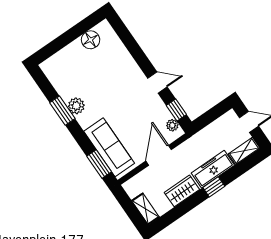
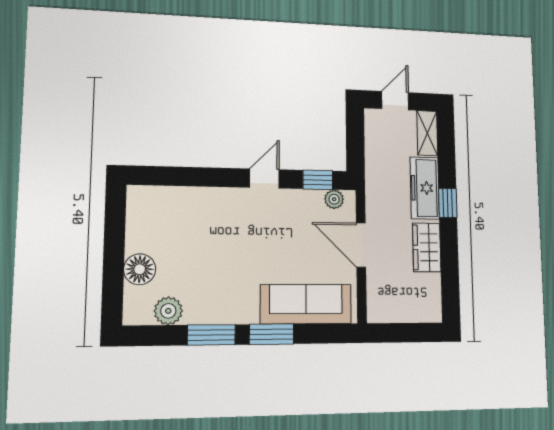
floor lamp: (91, 40) -> (140, 269), moved
plant: (76, 106) -> (168, 311), moved
window: (99, 164) -> (272, 334), moved
shelving: (145, 209) -> (419, 312), removed

